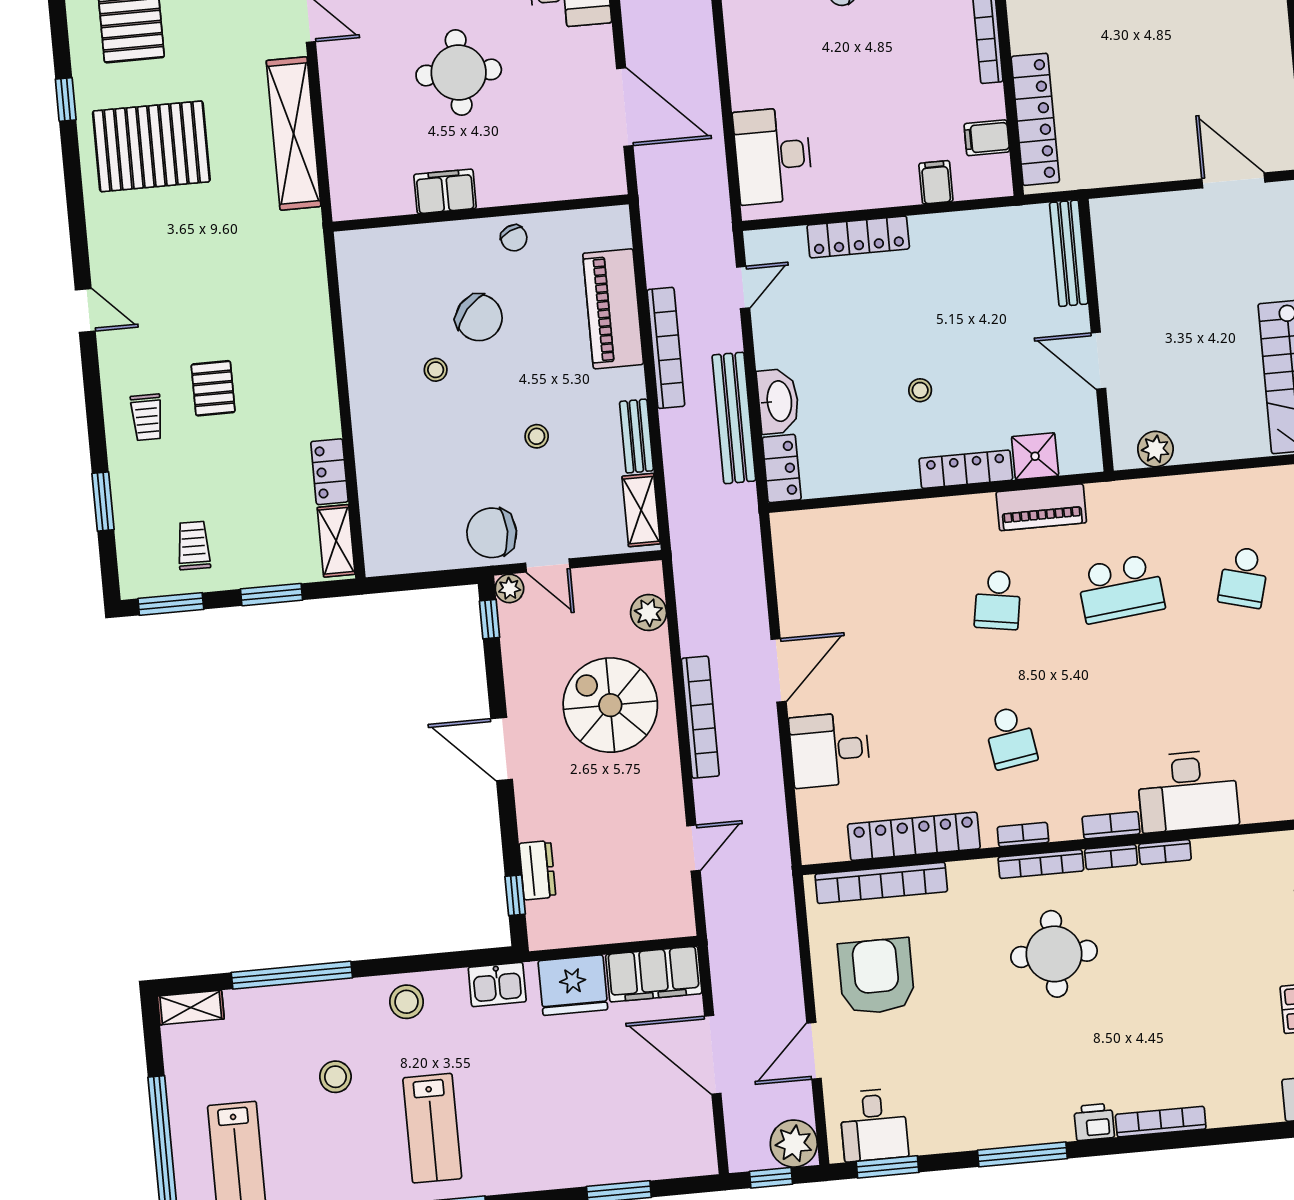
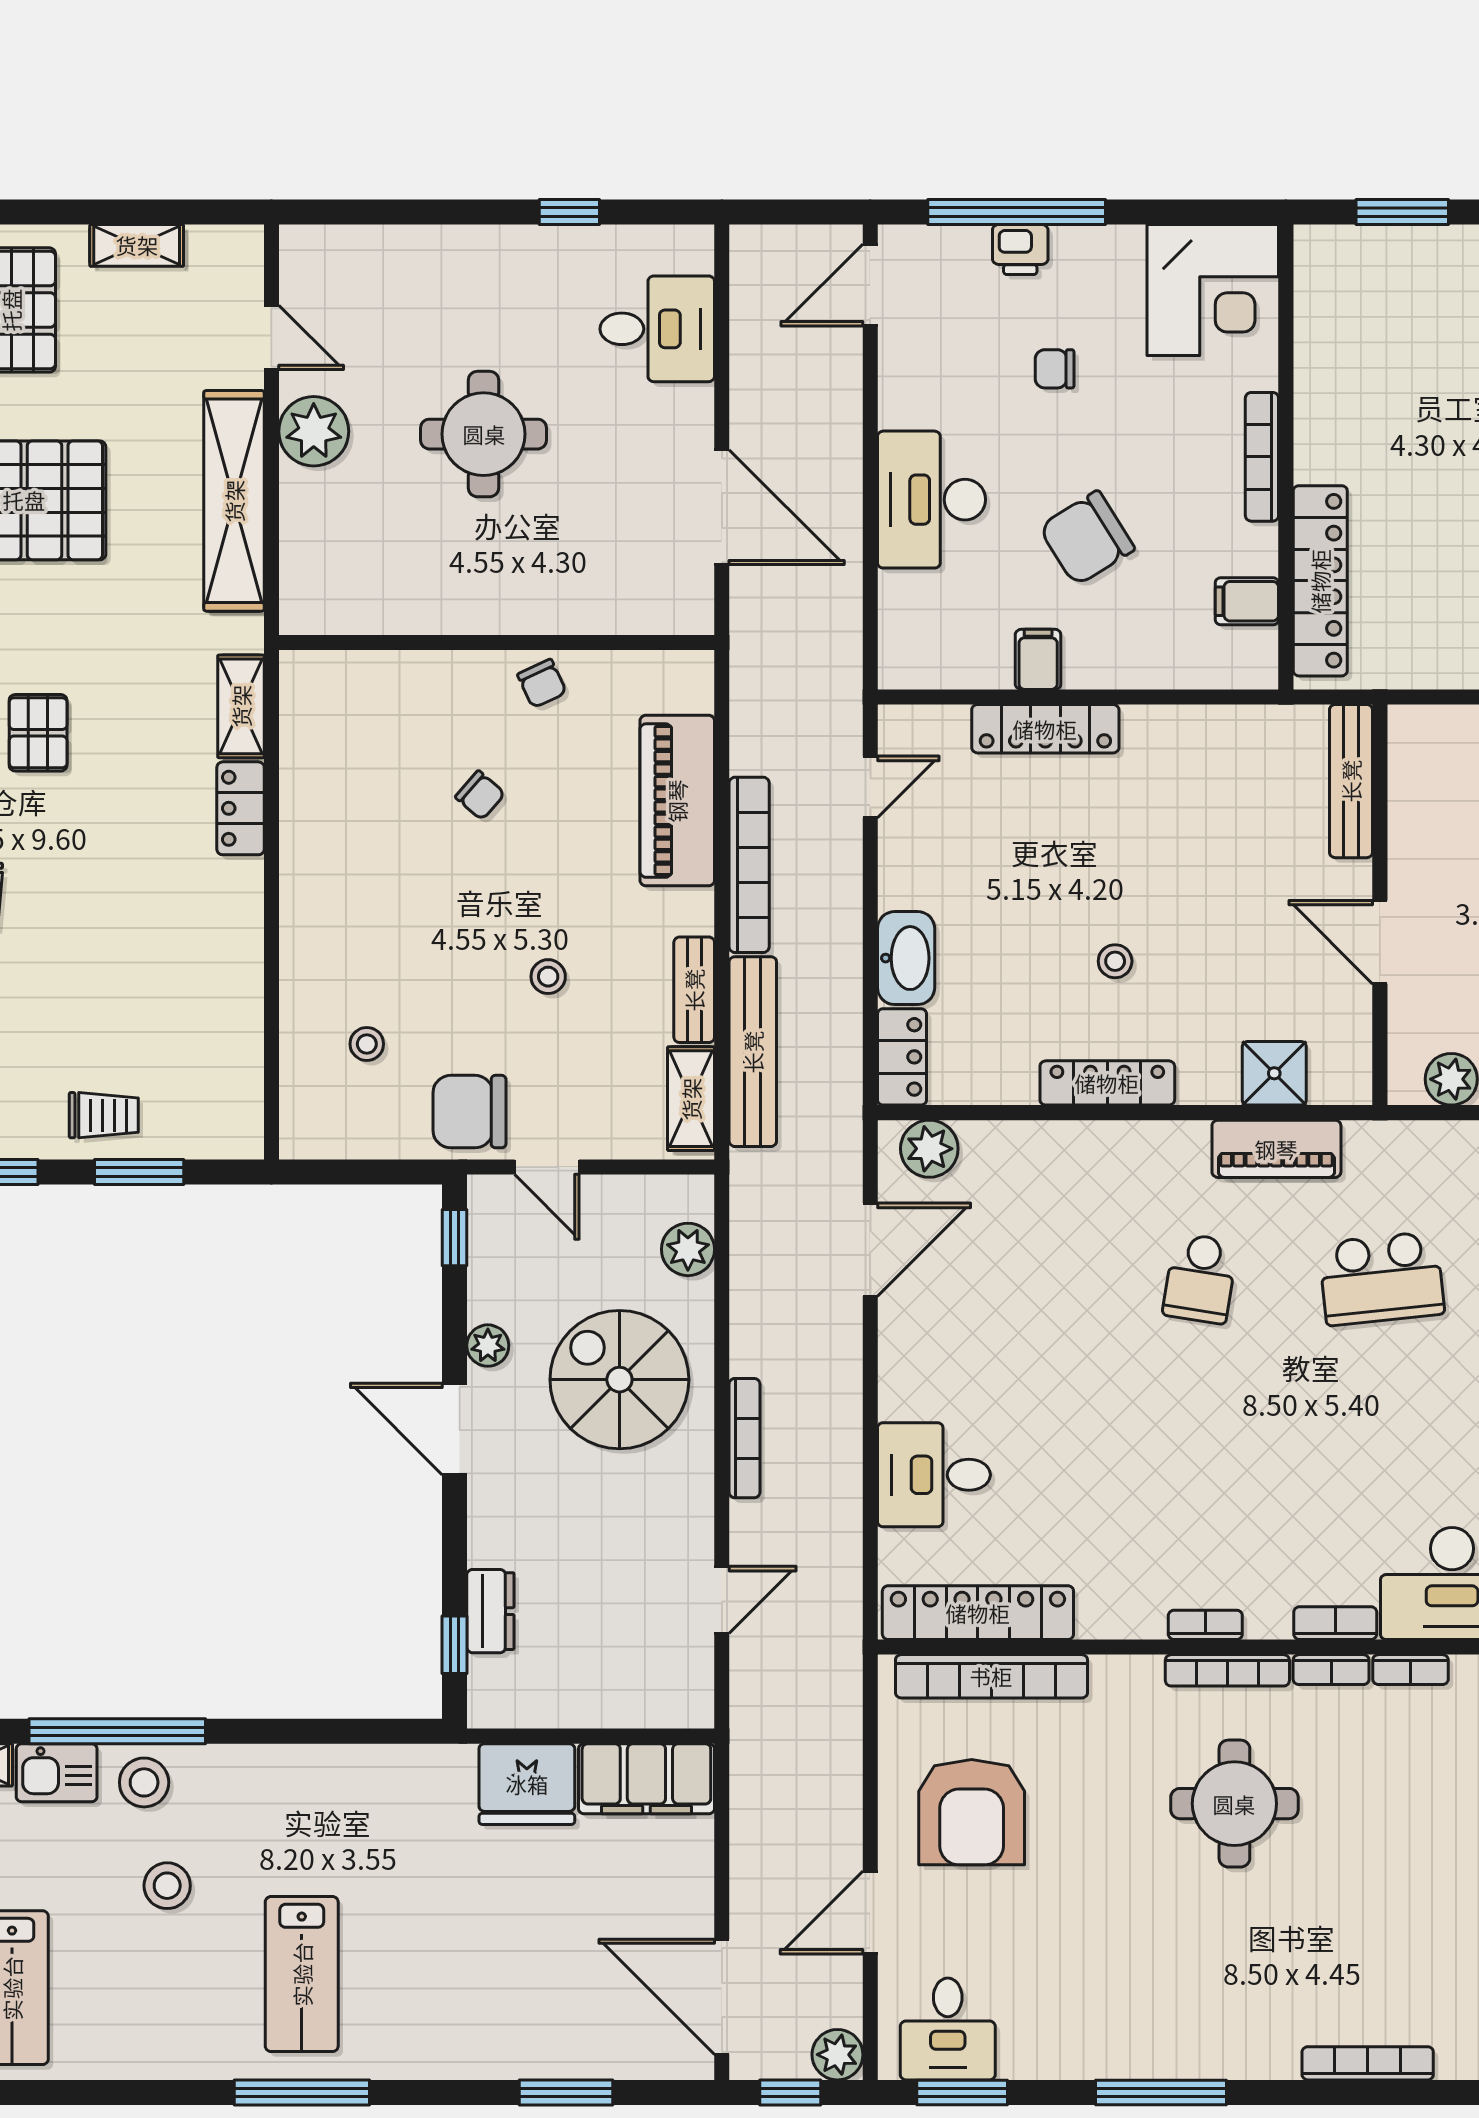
plant: (343, 81) -> (314, 431), added
chair: (874, 105) -> (1087, 538), added
desk: (773, 156) -> (932, 500), moved
filing cabinet: (936, 182) -> (1038, 659), moved
filing cabinet: (445, 191) -> (447, 606), removed
chair: (479, 318) -> (480, 795), width x0.54, depth x0.54
stool: (436, 370) -> (367, 1044), moved
pallet: (213, 388) -> (38, 733), moved
bench: (734, 418) -> (753, 1052), moved
locker: (966, 469) -> (1107, 1083), moved
locker: (329, 472) -> (241, 808), moved
plant: (806, 529) -> (929, 1149), added
shelving: (336, 541) -> (241, 706), moved
trolley: (194, 545) -> (104, 1115), moved, turned 89
plant: (509, 588) -> (488, 1346), moved
door: (779, 670) -> (870, 1250), moved
bookcase: (700, 717) -> (744, 1438), width x0.68, depth x0.76
school desk: (1010, 738) -> (1200, 1481), removed
locker: (914, 836) -> (978, 1613), moved
armchair: (876, 976) -> (972, 1812), turned 180
kitchen sink: (497, 984) -> (57, 1773), moved
stool: (406, 1002) -> (144, 1782), moved
door: (713, 1055) -> (722, 1997), moved
printer: (1094, 1122) -> (1270, 2055), removed
plant: (794, 1144) -> (837, 2055), width x0.73, depth x0.73

